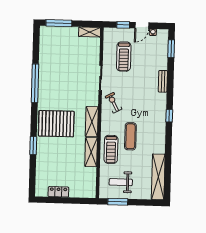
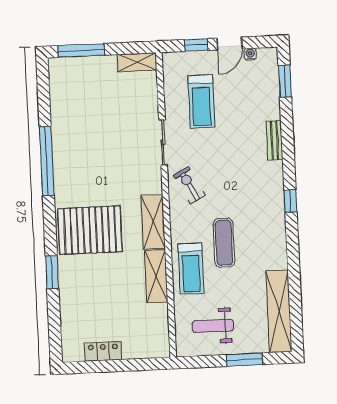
window: (118, 202) -> (244, 360), moved

